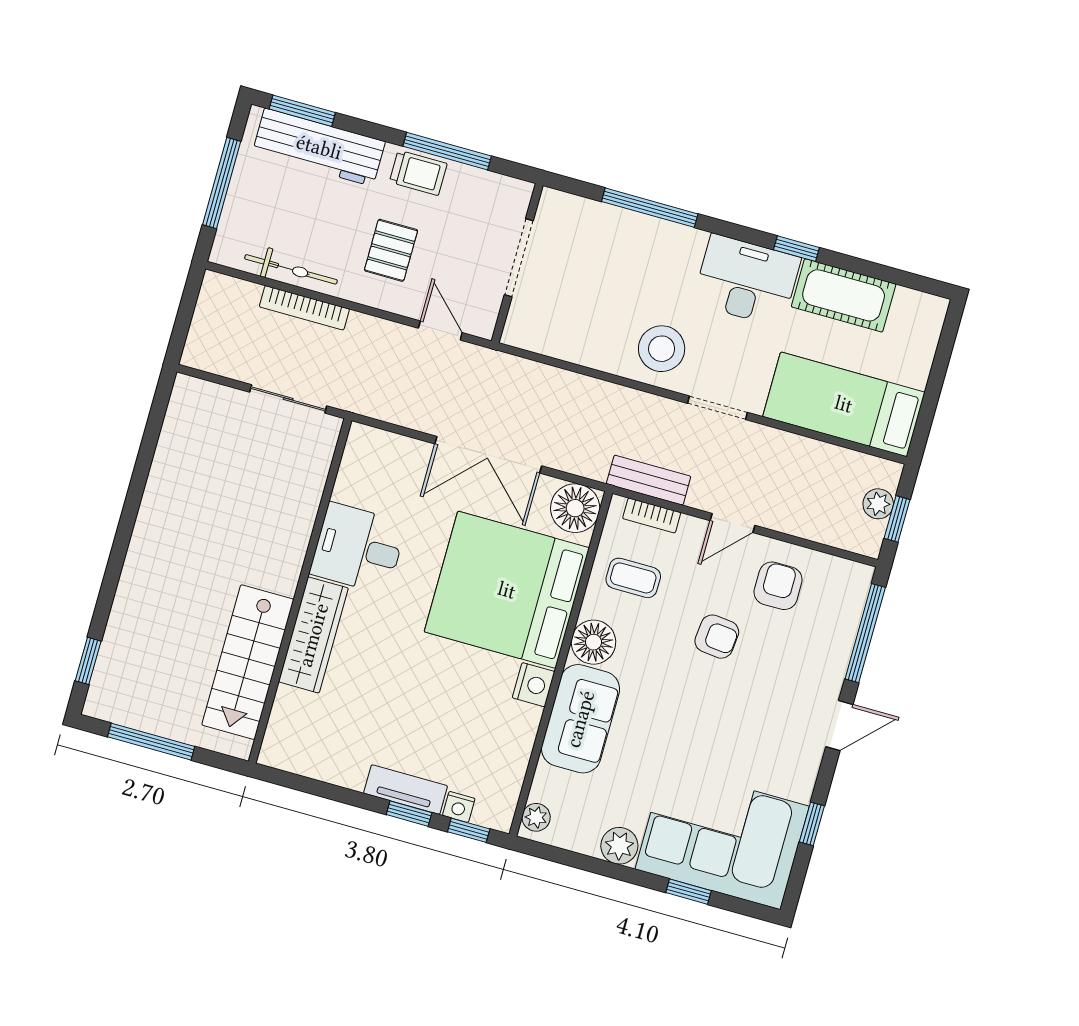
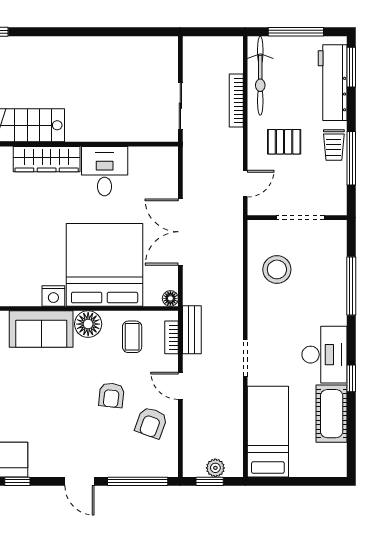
bicycle: (291, 269) -> (260, 76), width x1.37, depth x1.40
stool: (662, 349) -> (277, 269), moved
floor lamp: (575, 508) -> (170, 298), width x0.53, depth x0.53
armchair: (778, 586) -> (151, 423), turned 110

